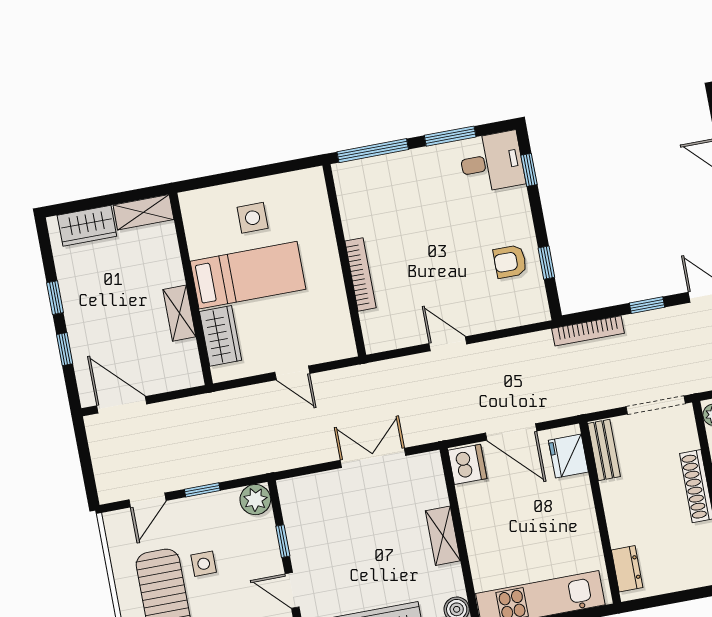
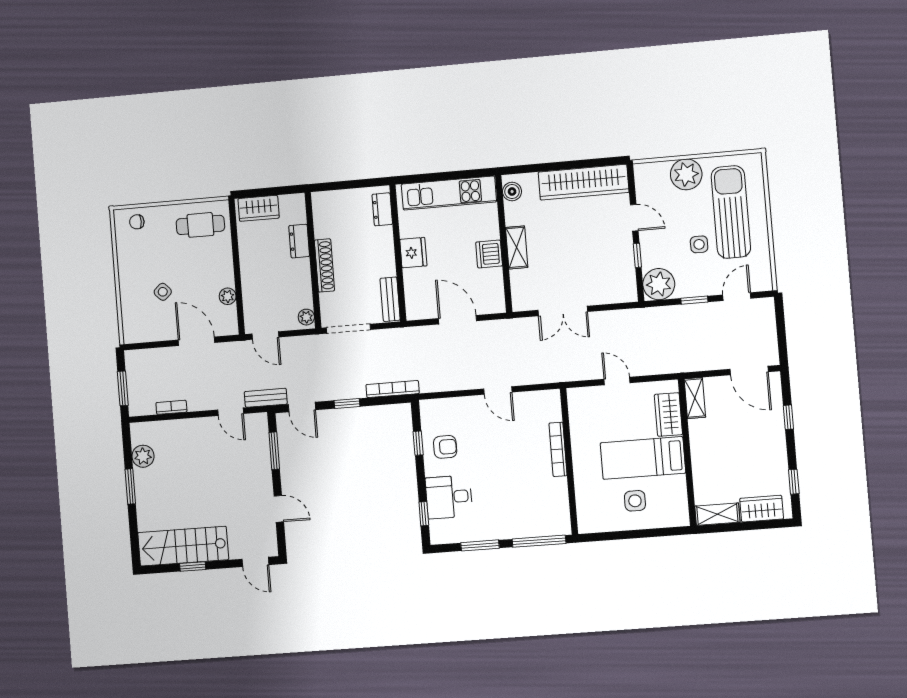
desk: (492, 162) -> (449, 497), moved
window: (55, 298) -> (794, 482), moved
shelving: (179, 313) -> (695, 398), moved
fridge: (568, 456) -> (413, 253), moved
dishwasher: (467, 464) -> (489, 254), moved
plant: (255, 500) -> (659, 284), width x1.36, depth x1.36

